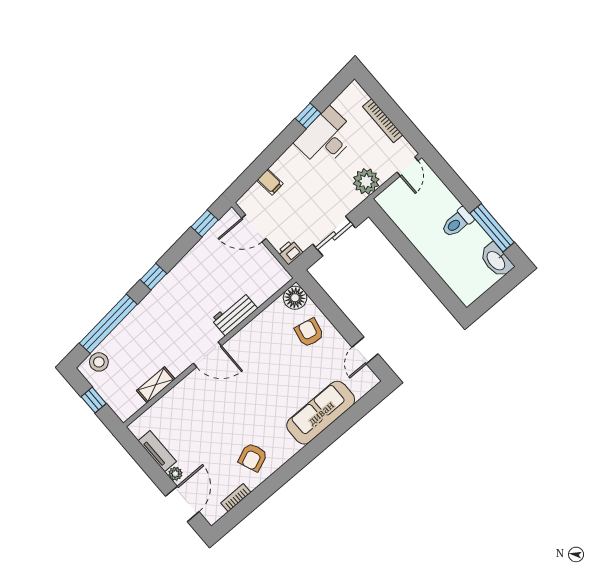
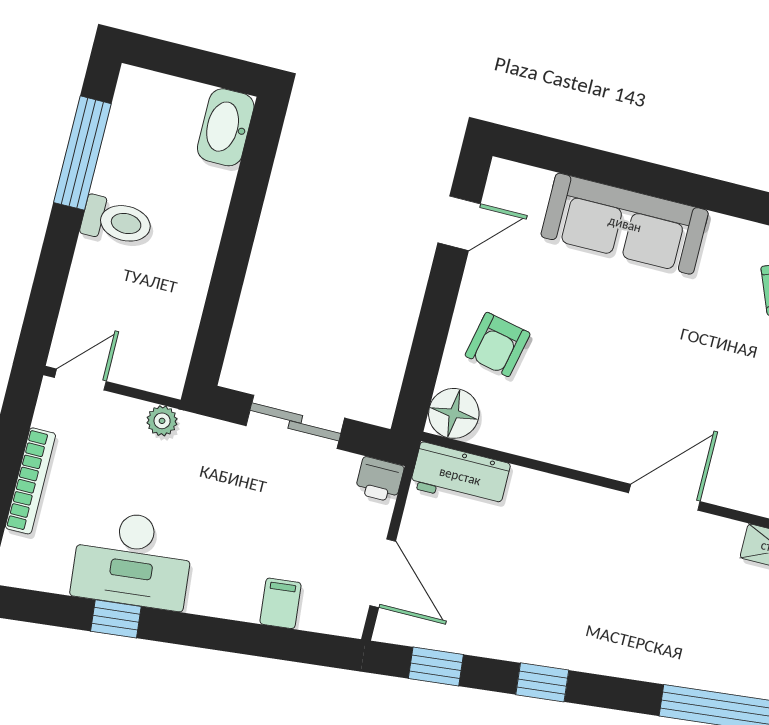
plant: (366, 181) -> (162, 421), width x0.53, depth x0.53
washbasin: (496, 260) -> (226, 127), moved, turned 180
window: (153, 277) -> (542, 682), moved
workbench: (234, 314) -> (460, 476), moved
door: (207, 354) -> (664, 497), hinge flipped

